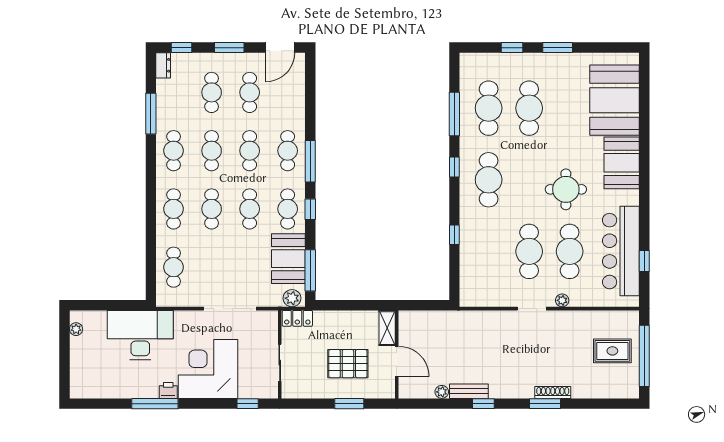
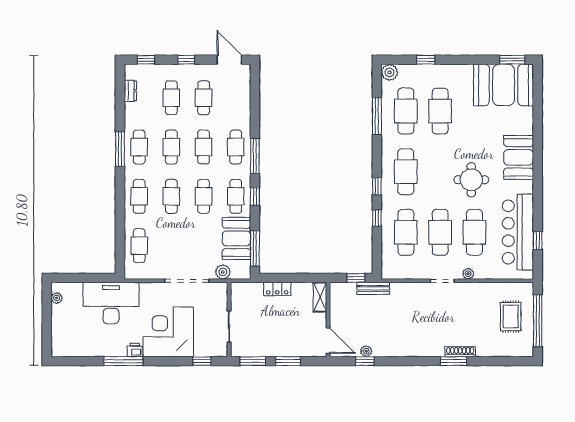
window: (229, 48) -> (186, 60), width x0.67
door: (280, 48) -> (229, 60), swing flipped
window: (558, 48) -> (512, 60), moved
plant: (469, 62) -> (390, 72), added
dresser: (163, 65) -> (130, 91), moved
booth: (614, 100) -> (504, 85), moved, turned 90
window: (151, 114) -> (120, 149), moved
window: (454, 167) -> (377, 186), moved
cafe table: (489, 251) -> (406, 232), added
plant: (292, 298) -> (223, 272), moved
window: (430, 305) -> (356, 278), added
locker: (297, 318) -> (277, 289), moved
rug: (612, 351) -> (511, 317), turned 90
door: (397, 361) -> (328, 341), moved
pallet: (348, 364) -> (287, 327), removed
bench: (469, 391) -> (373, 288), moved
window: (308, 404) -> (253, 361), added
window: (483, 404) -> (365, 361), moved

